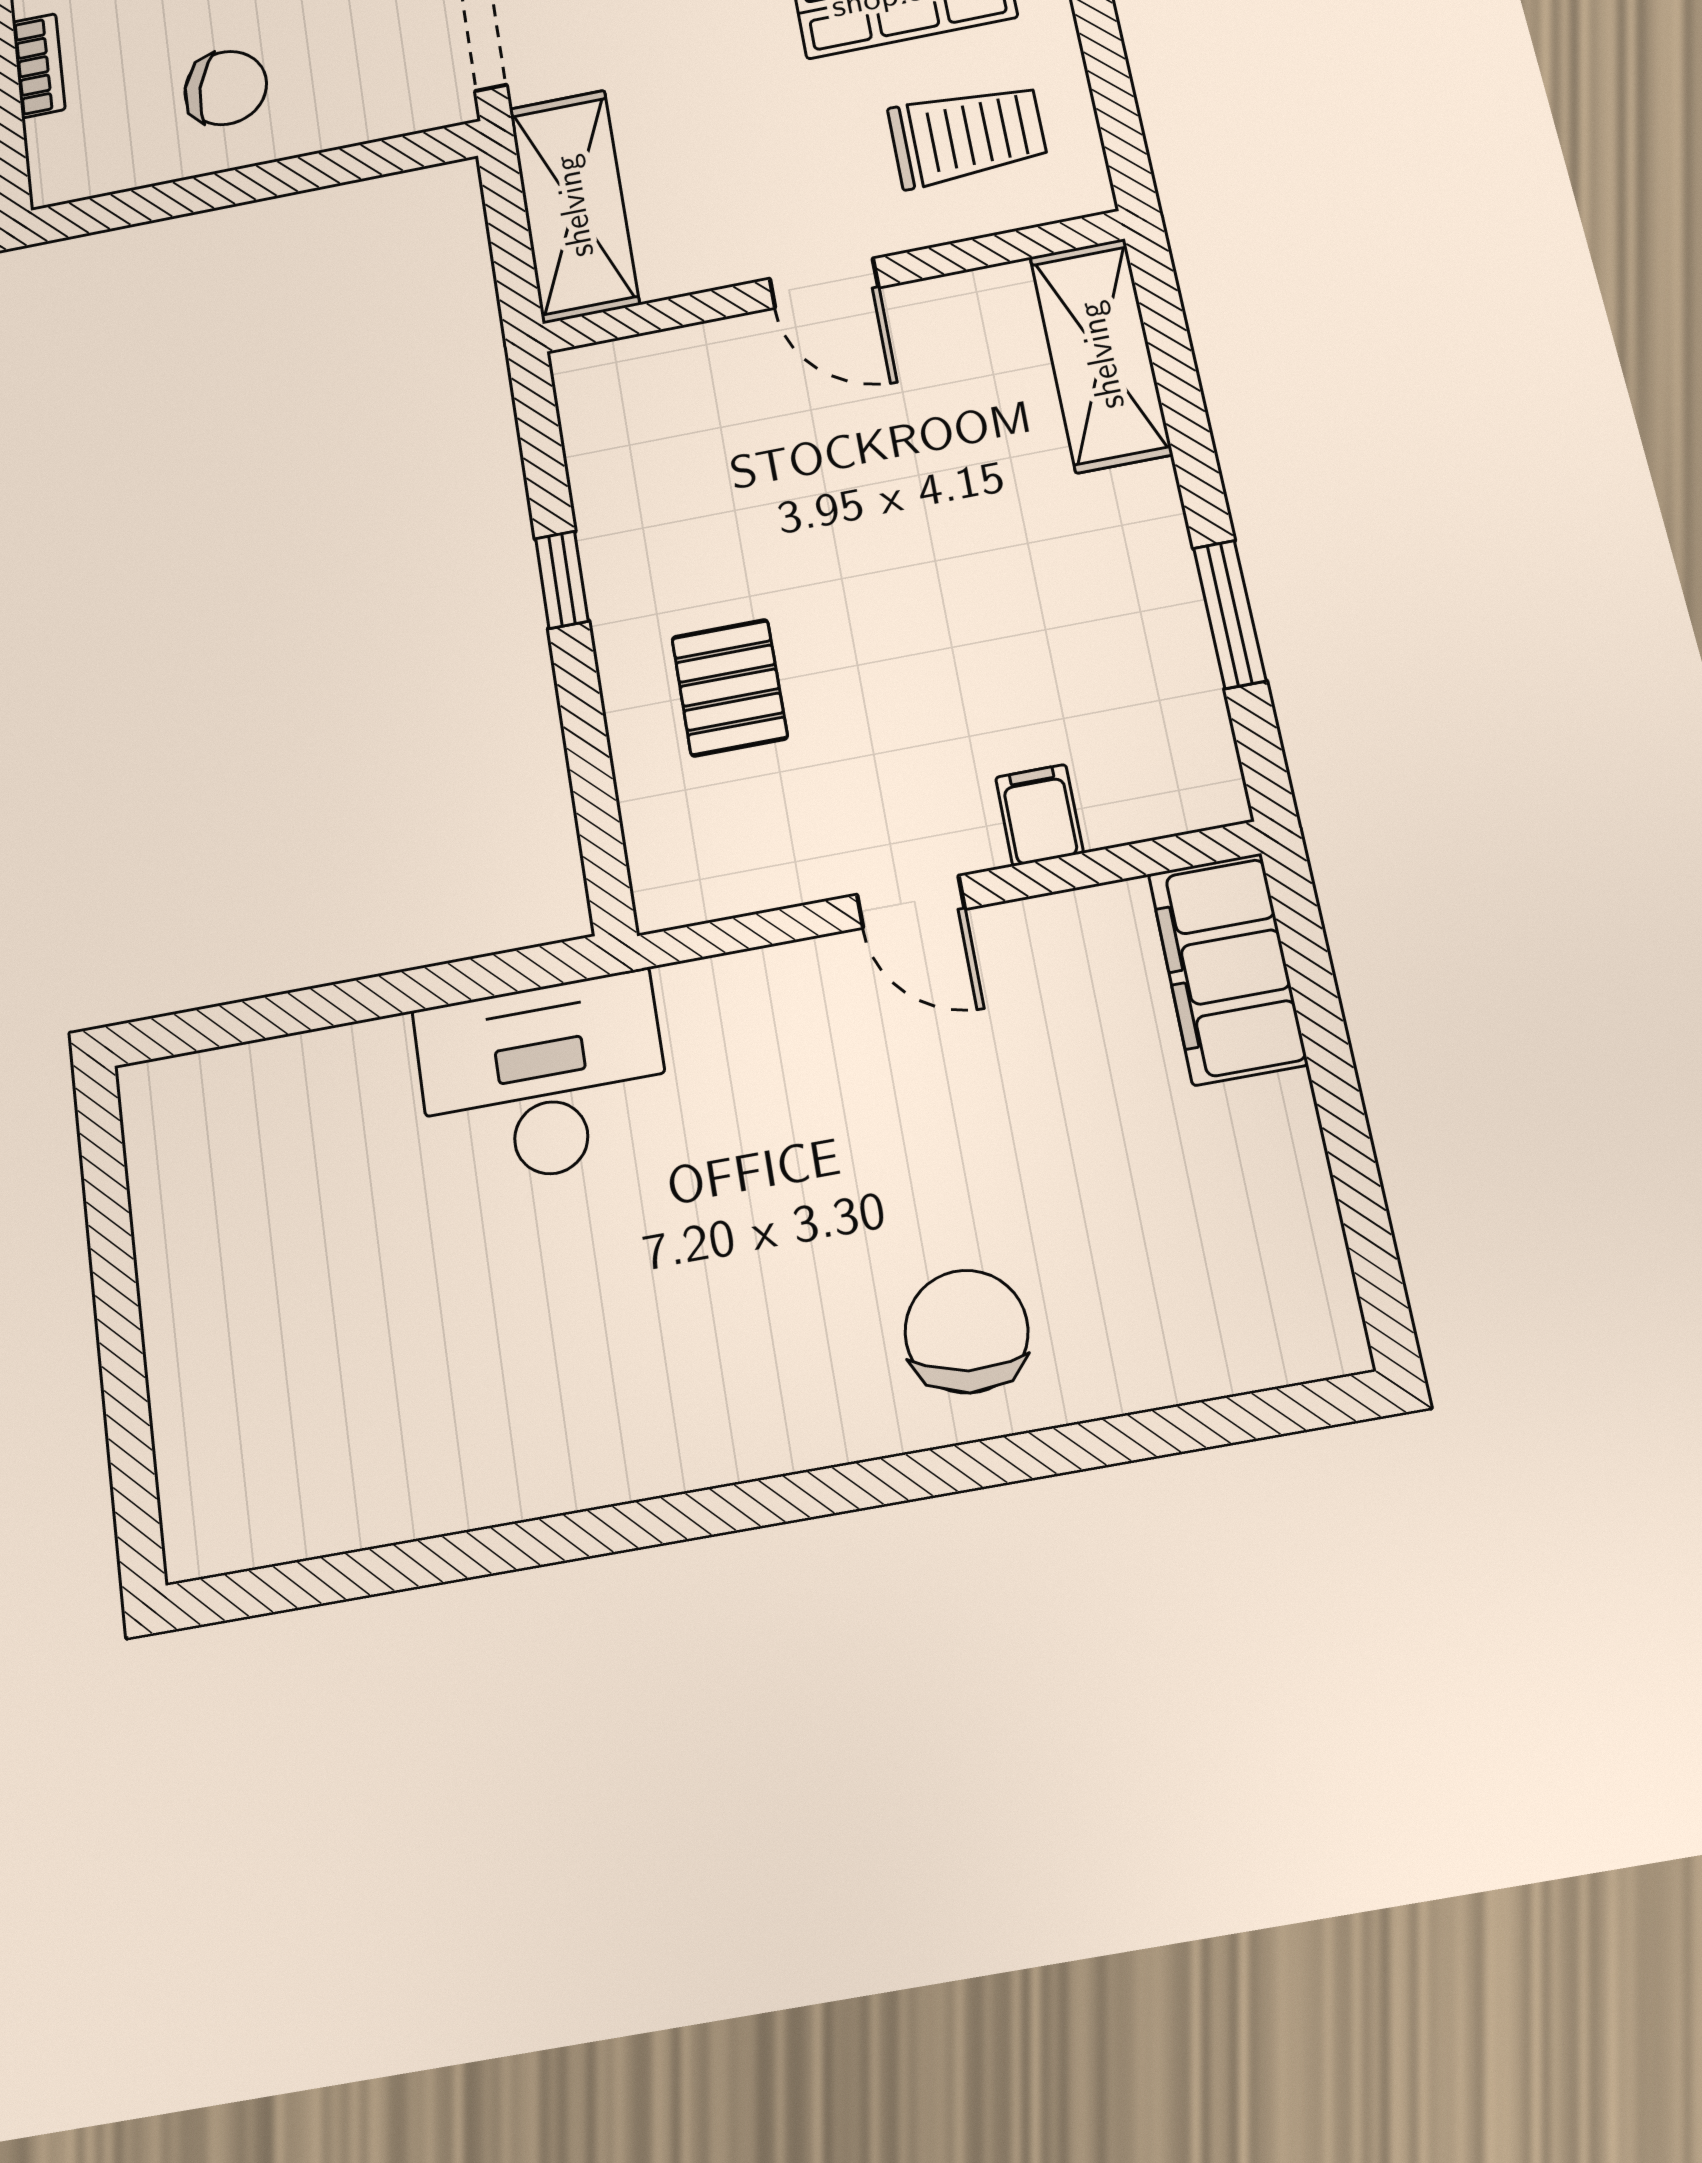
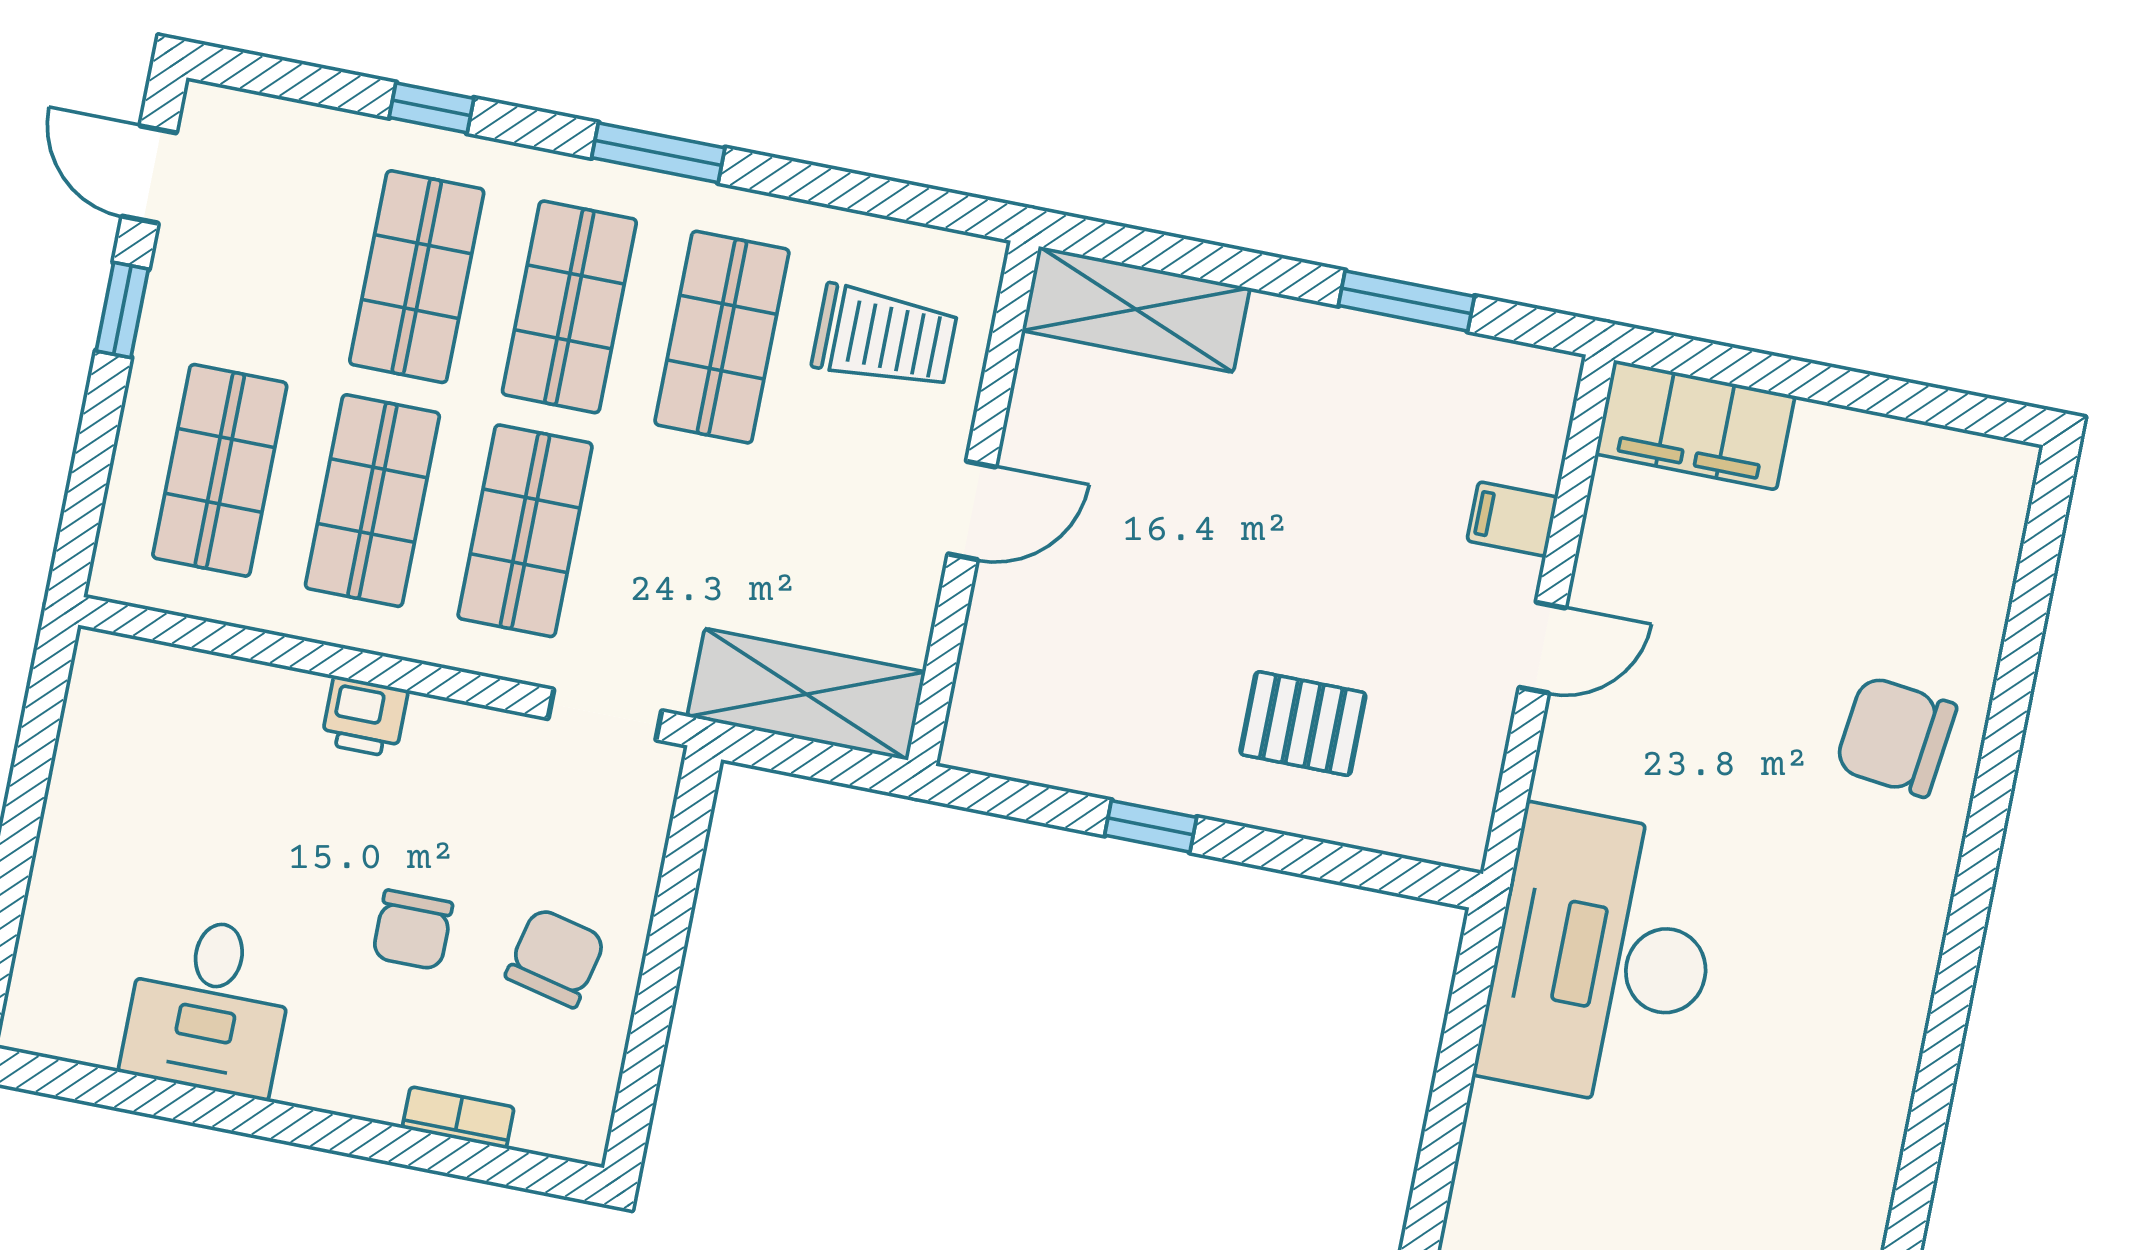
trolley: (967, 135) -> (885, 337), turned 90
desk: (543, 1080) -> (1602, 958), width x1.36, depth x1.30

